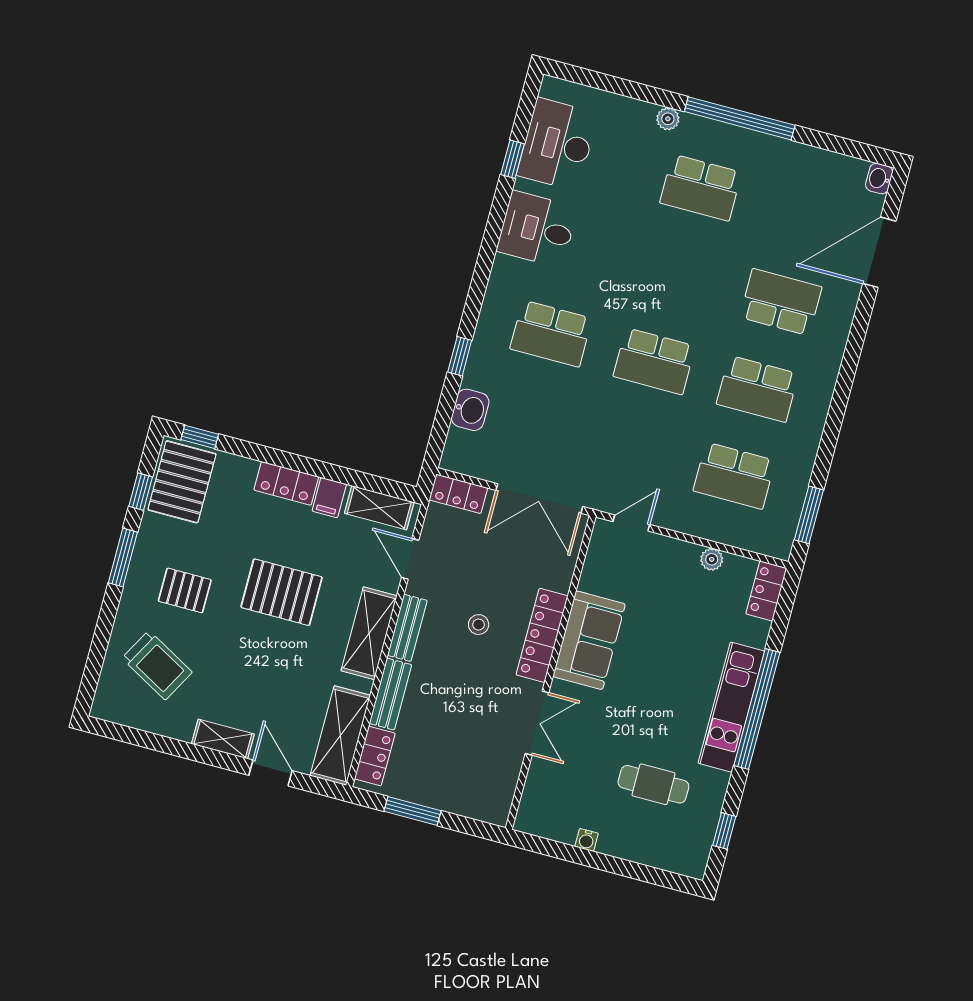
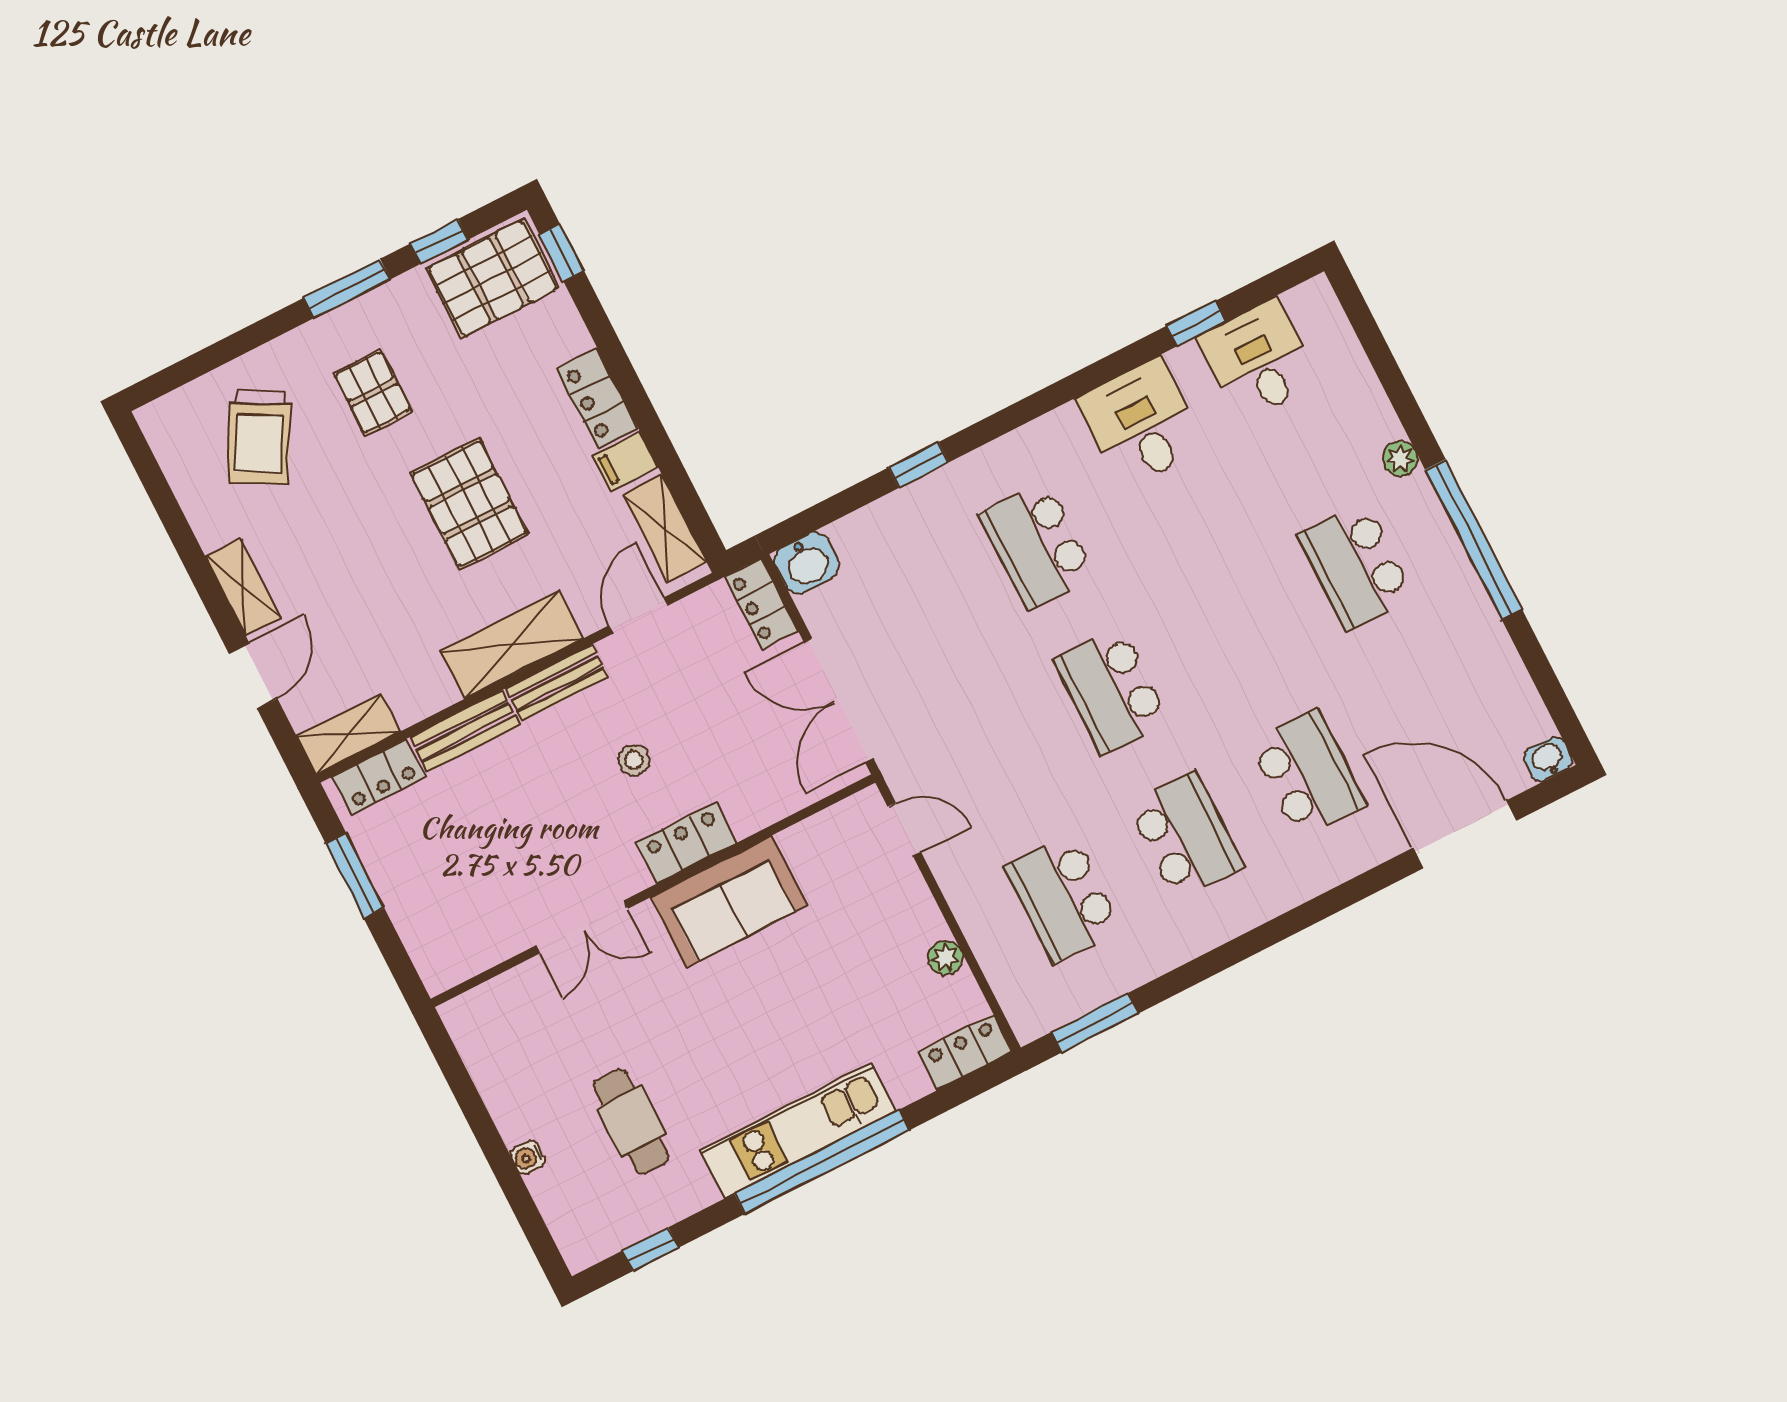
desk: (557, 144) -> (1259, 360), width x0.73
school desk: (757, 389) -> (1185, 836), turned 180
washbasin: (470, 410) -> (807, 563), moved
locker: (542, 635) -> (686, 843), width x0.66
shelving: (340, 735) -> (349, 734), width x0.67, depth x0.75
water cooler: (587, 840) -> (528, 1157), moved

